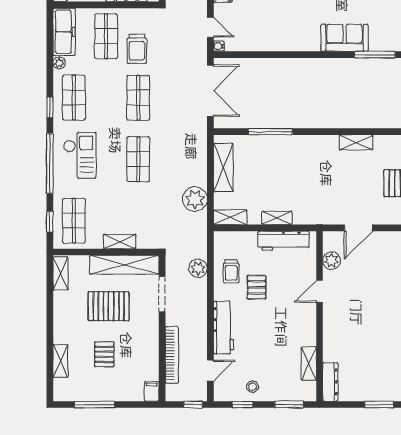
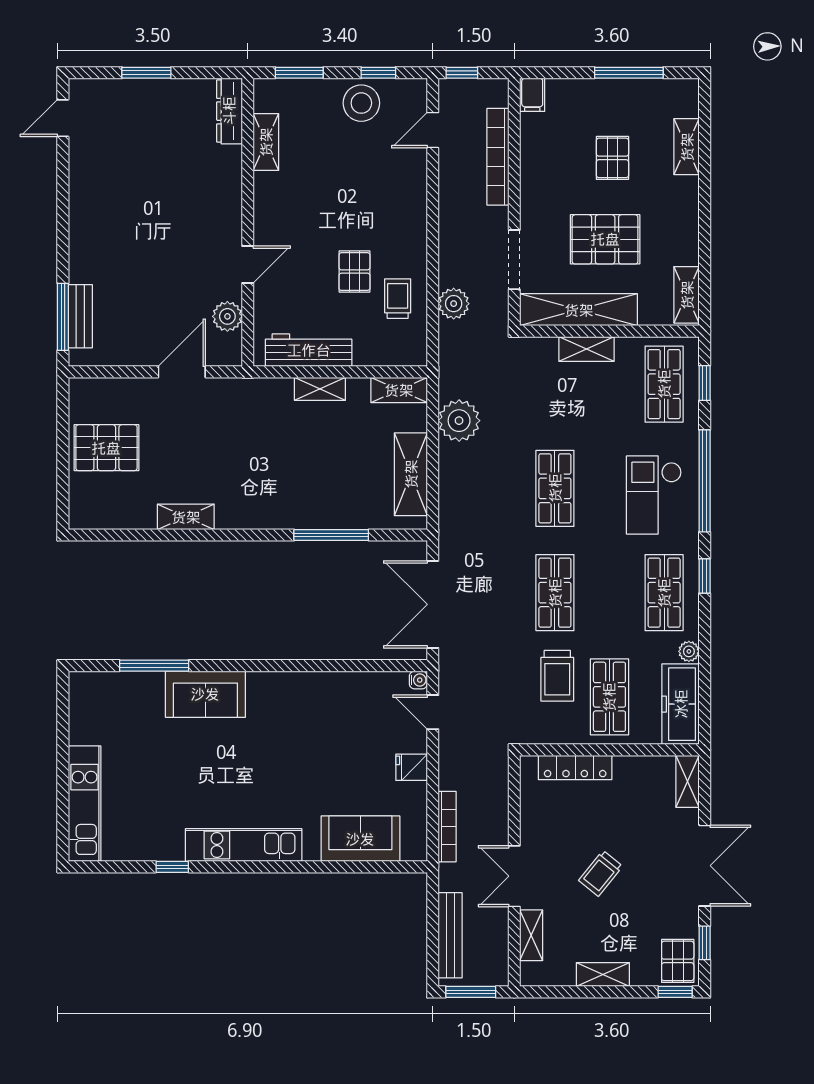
trolley: (137, 49) -> (557, 676), turned 180
workbench: (224, 328) -> (410, 203), removed
stool: (252, 387) -> (361, 103), width x1.89, depth x1.89

